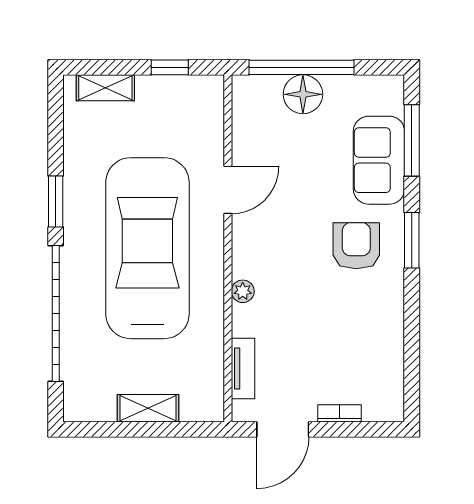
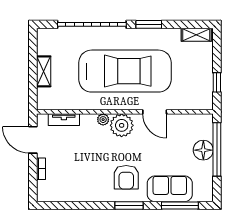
shelving: (105, 88) -> (196, 35), moved, turned 90
armchair: (356, 246) -> (126, 177), turned 90
plant: (254, 255) -> (122, 125), added

